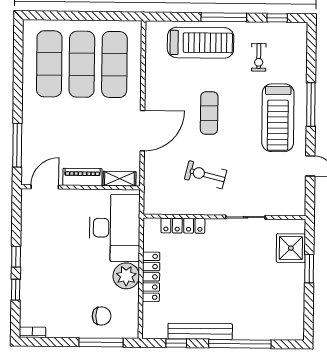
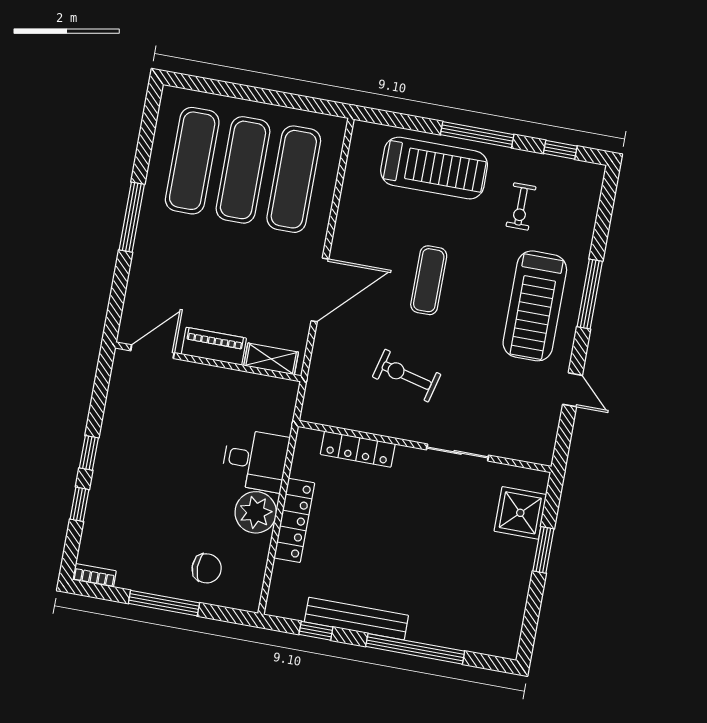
window: (17, 145) -> (132, 217), moved
desk: (115, 228) -> (255, 460), width x0.53, depth x0.77
window: (101, 342) -> (164, 603), moved

